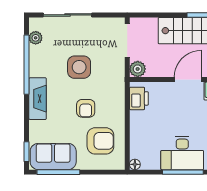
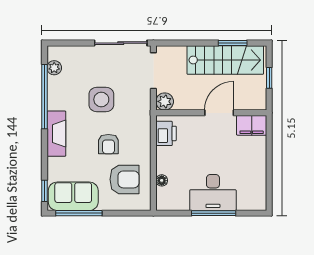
sliding door: (68, 15) -> (121, 43), moved
floor lamp: (135, 164) -> (162, 180), moved

